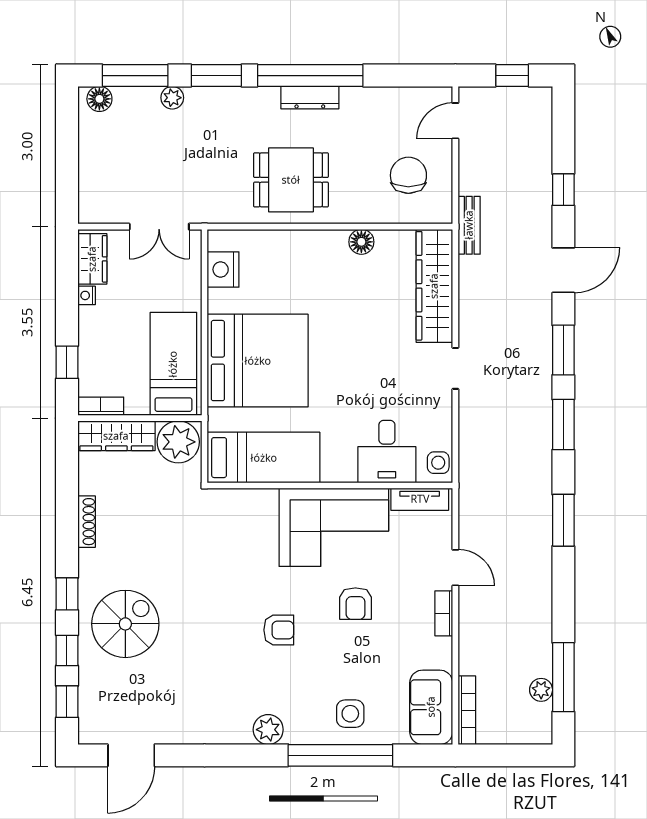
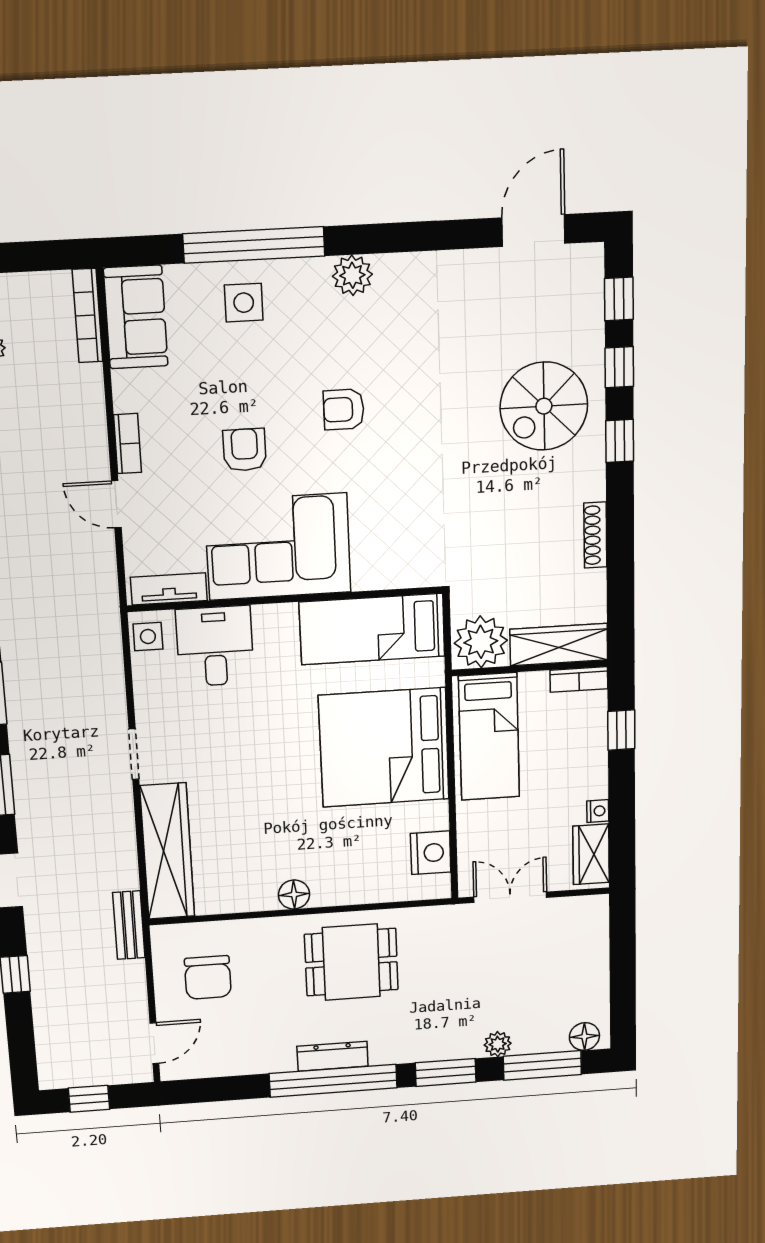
floor lamp: (361, 242) -> (294, 895), moved

